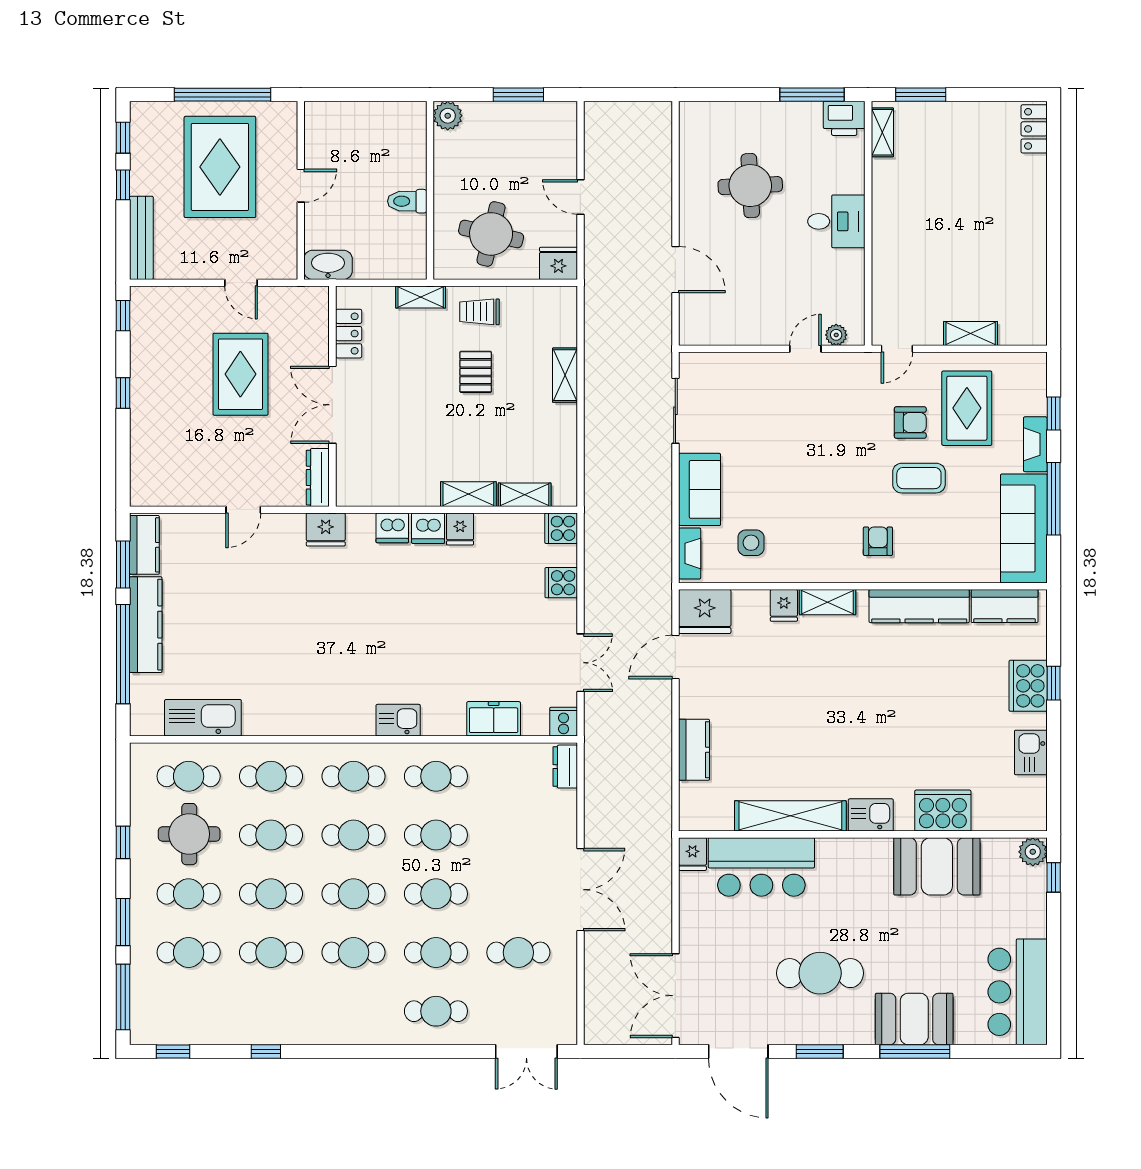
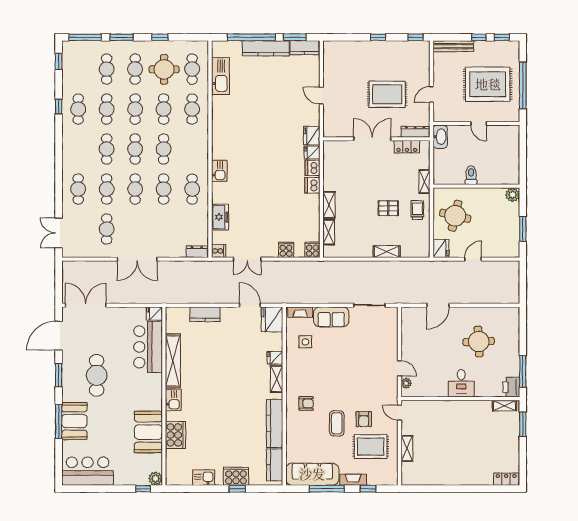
dresser: (318, 478) -> (415, 132), moved
fridge: (460, 529) -> (312, 153), moved
cafe table: (353, 776) -> (78, 109), moved

